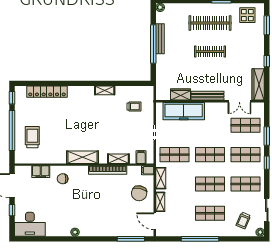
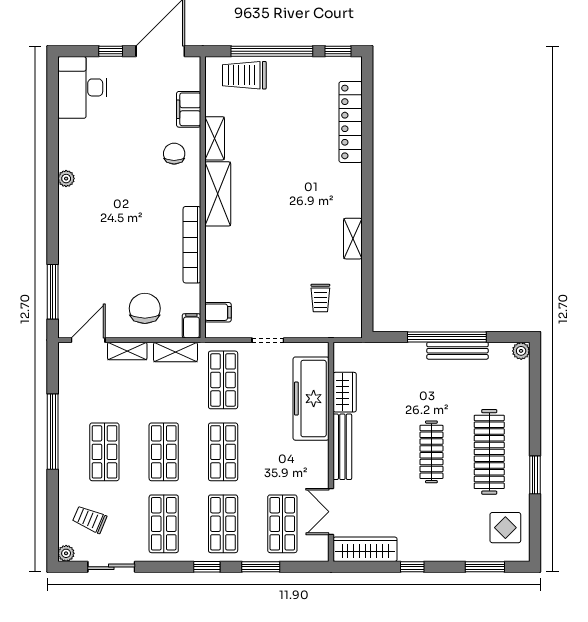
trolley: (32, 137) -> (244, 75), moved, turned 180
shelving: (118, 159) -> (215, 138), moved
chair: (139, 193) -> (145, 308), turned 78

